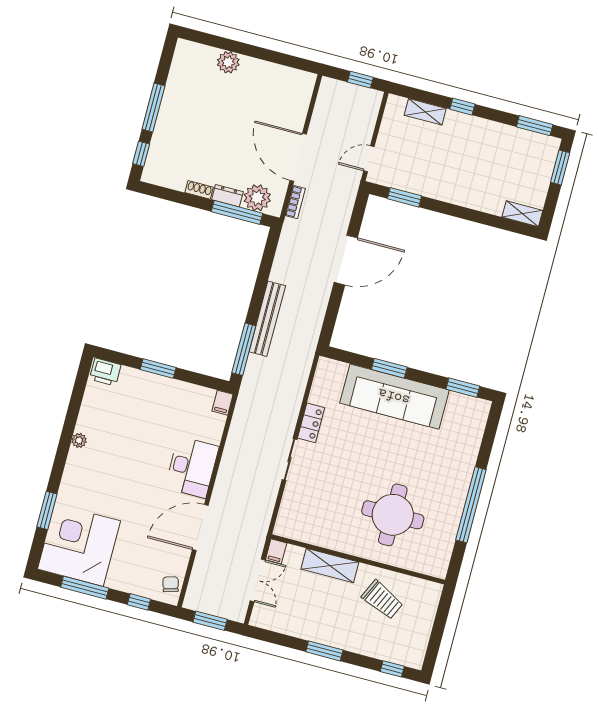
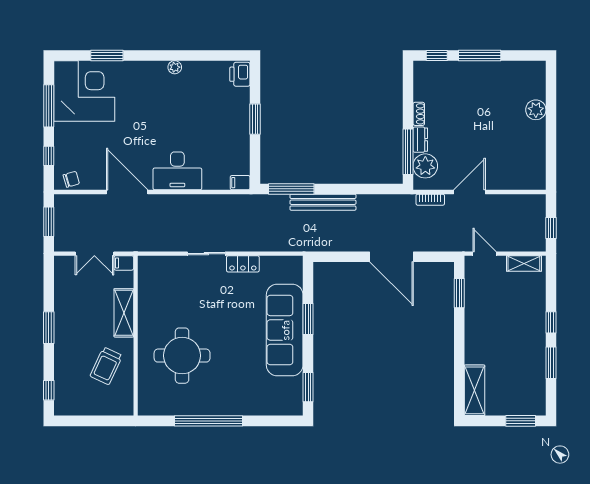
shelving: (425, 112) -> (524, 263), moved, turned 90
window: (535, 126) -> (551, 363), moved
door: (298, 157) -> (470, 192), width x0.73
shelving: (522, 214) -> (475, 390), width x1.50, depth x1.33

